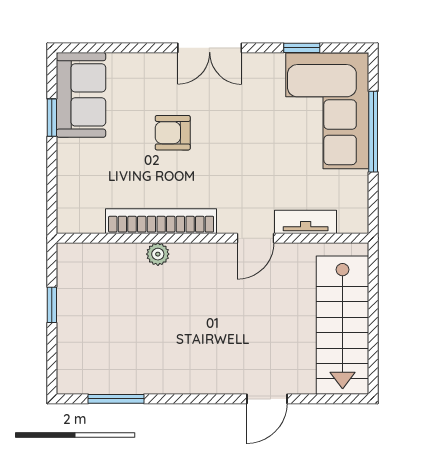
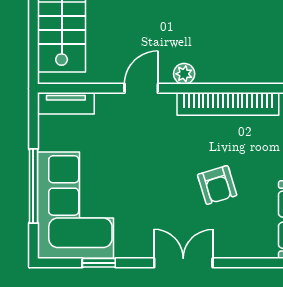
armchair: (173, 133) -> (217, 185), turned 73
tv unit: (306, 222) -> (66, 103), moved
plant: (158, 254) -> (184, 74), moved

